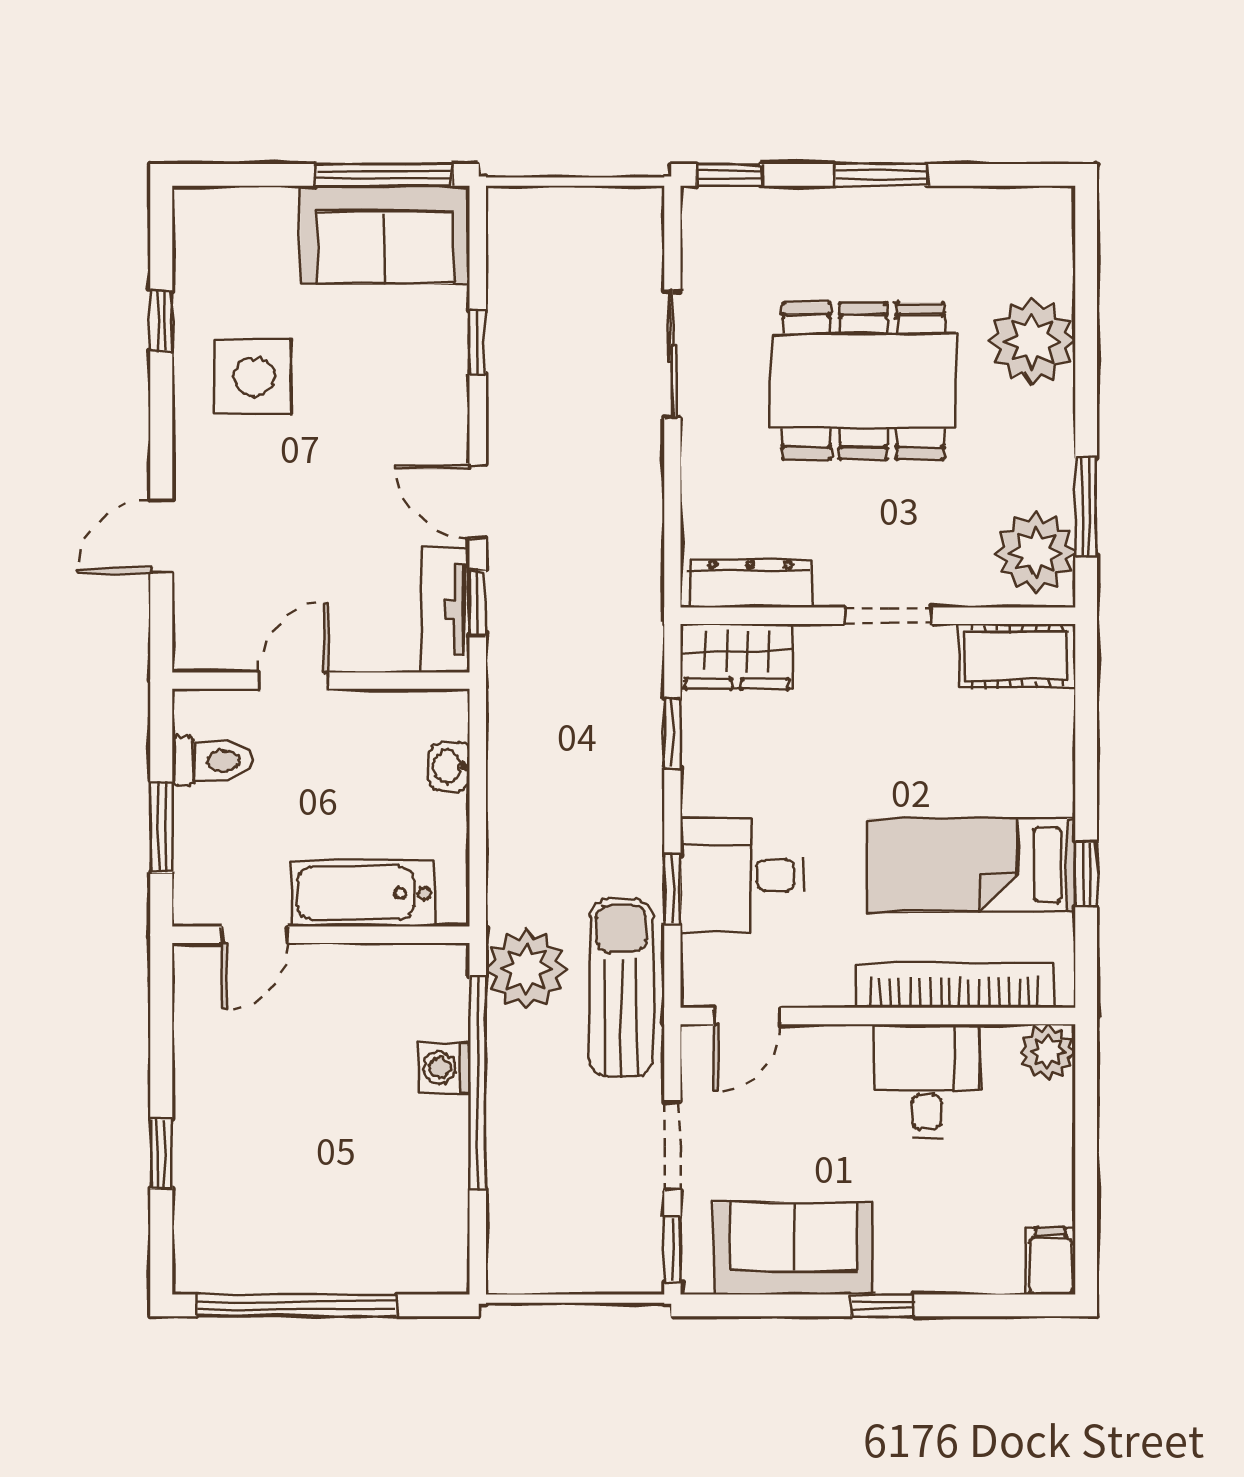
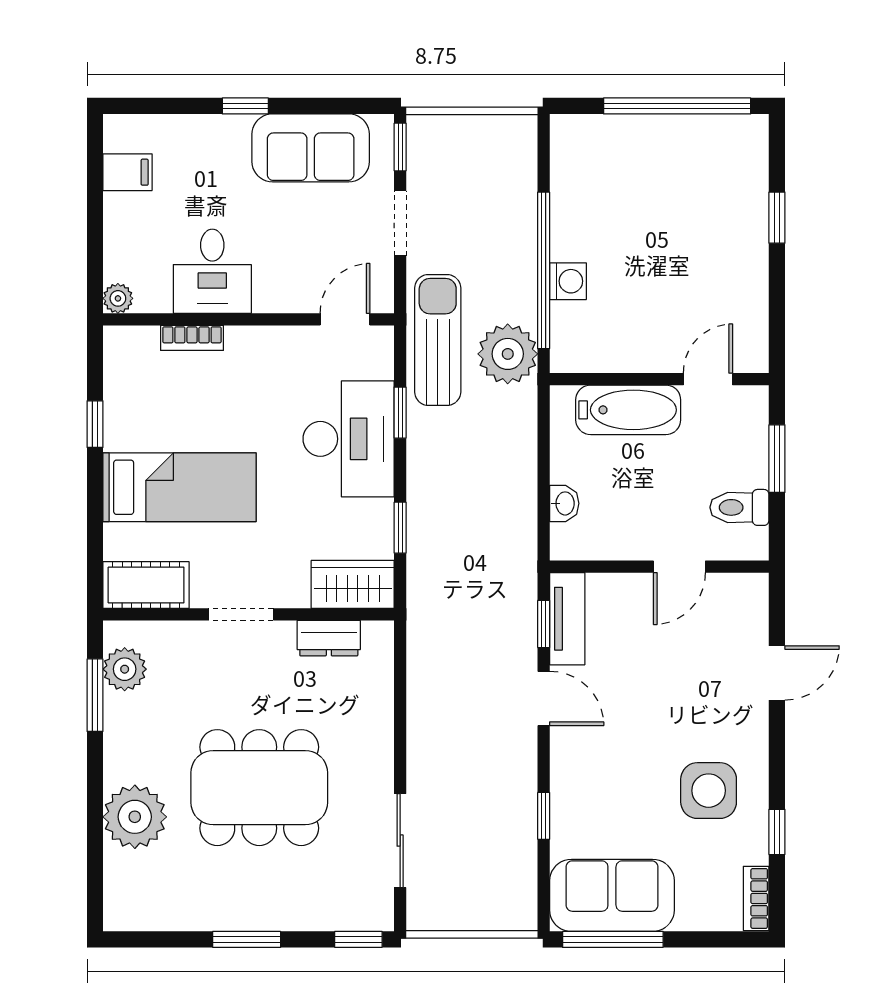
bookcase: (189, 230) -> (756, 898), added
sliding door: (672, 354) -> (400, 841), moved
plant: (1035, 552) -> (125, 669), width x0.73, depth x0.73
dresser: (750, 584) -> (329, 638), width x0.70
bed: (972, 865) -> (180, 487), moved
desk: (742, 875) -> (349, 439), width x1.37
bookcase: (955, 986) -> (192, 338), width x0.43, depth x0.76
sun lounger: (621, 988) -> (438, 340), turned 180
plant: (1047, 1052) -> (118, 298), width x0.73, depth x0.73
filing cabinet: (1050, 1261) -> (127, 172), moved, turned -90

